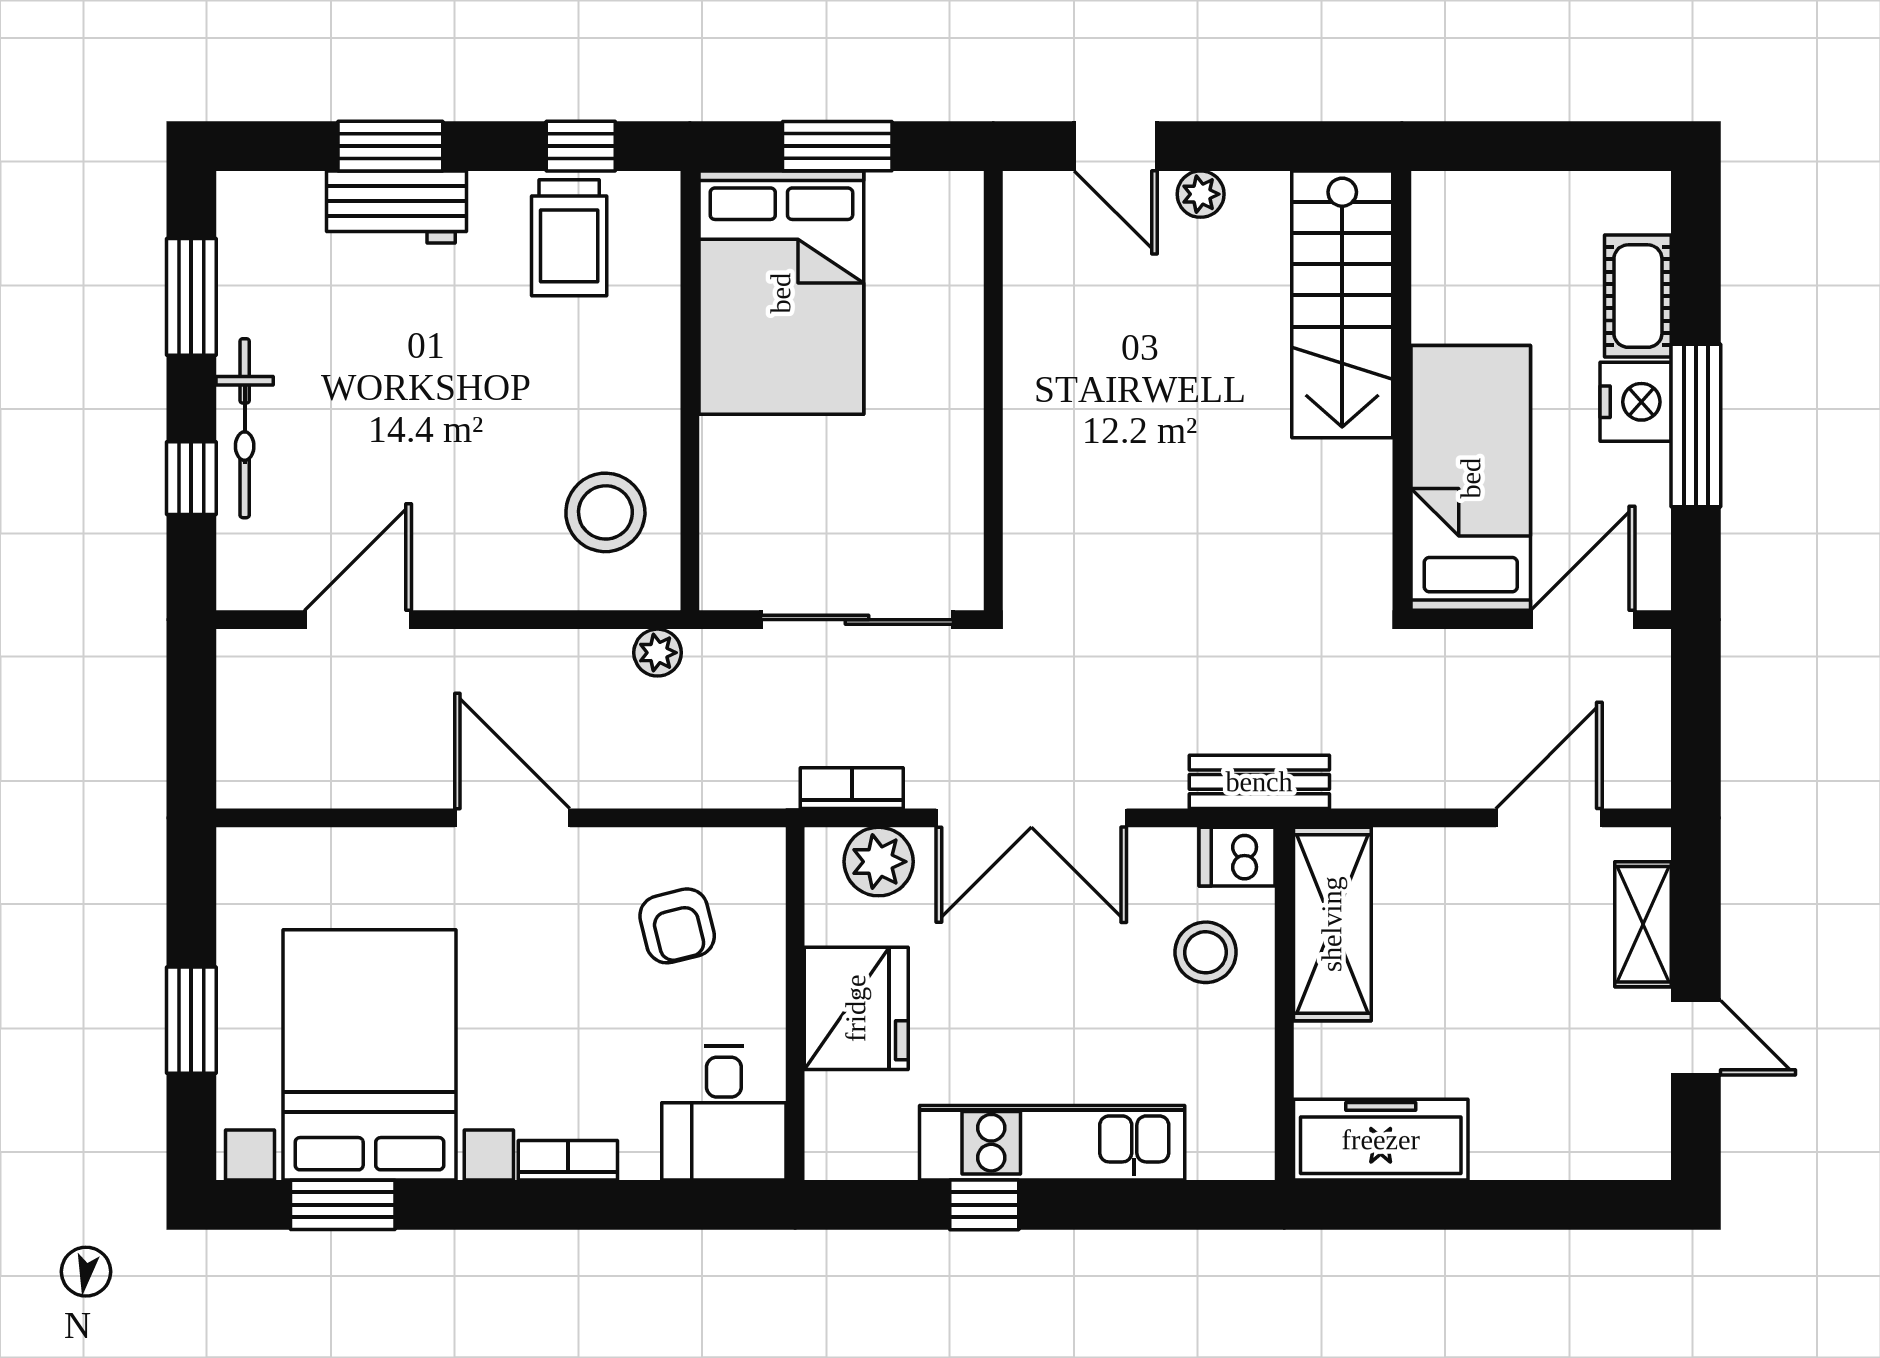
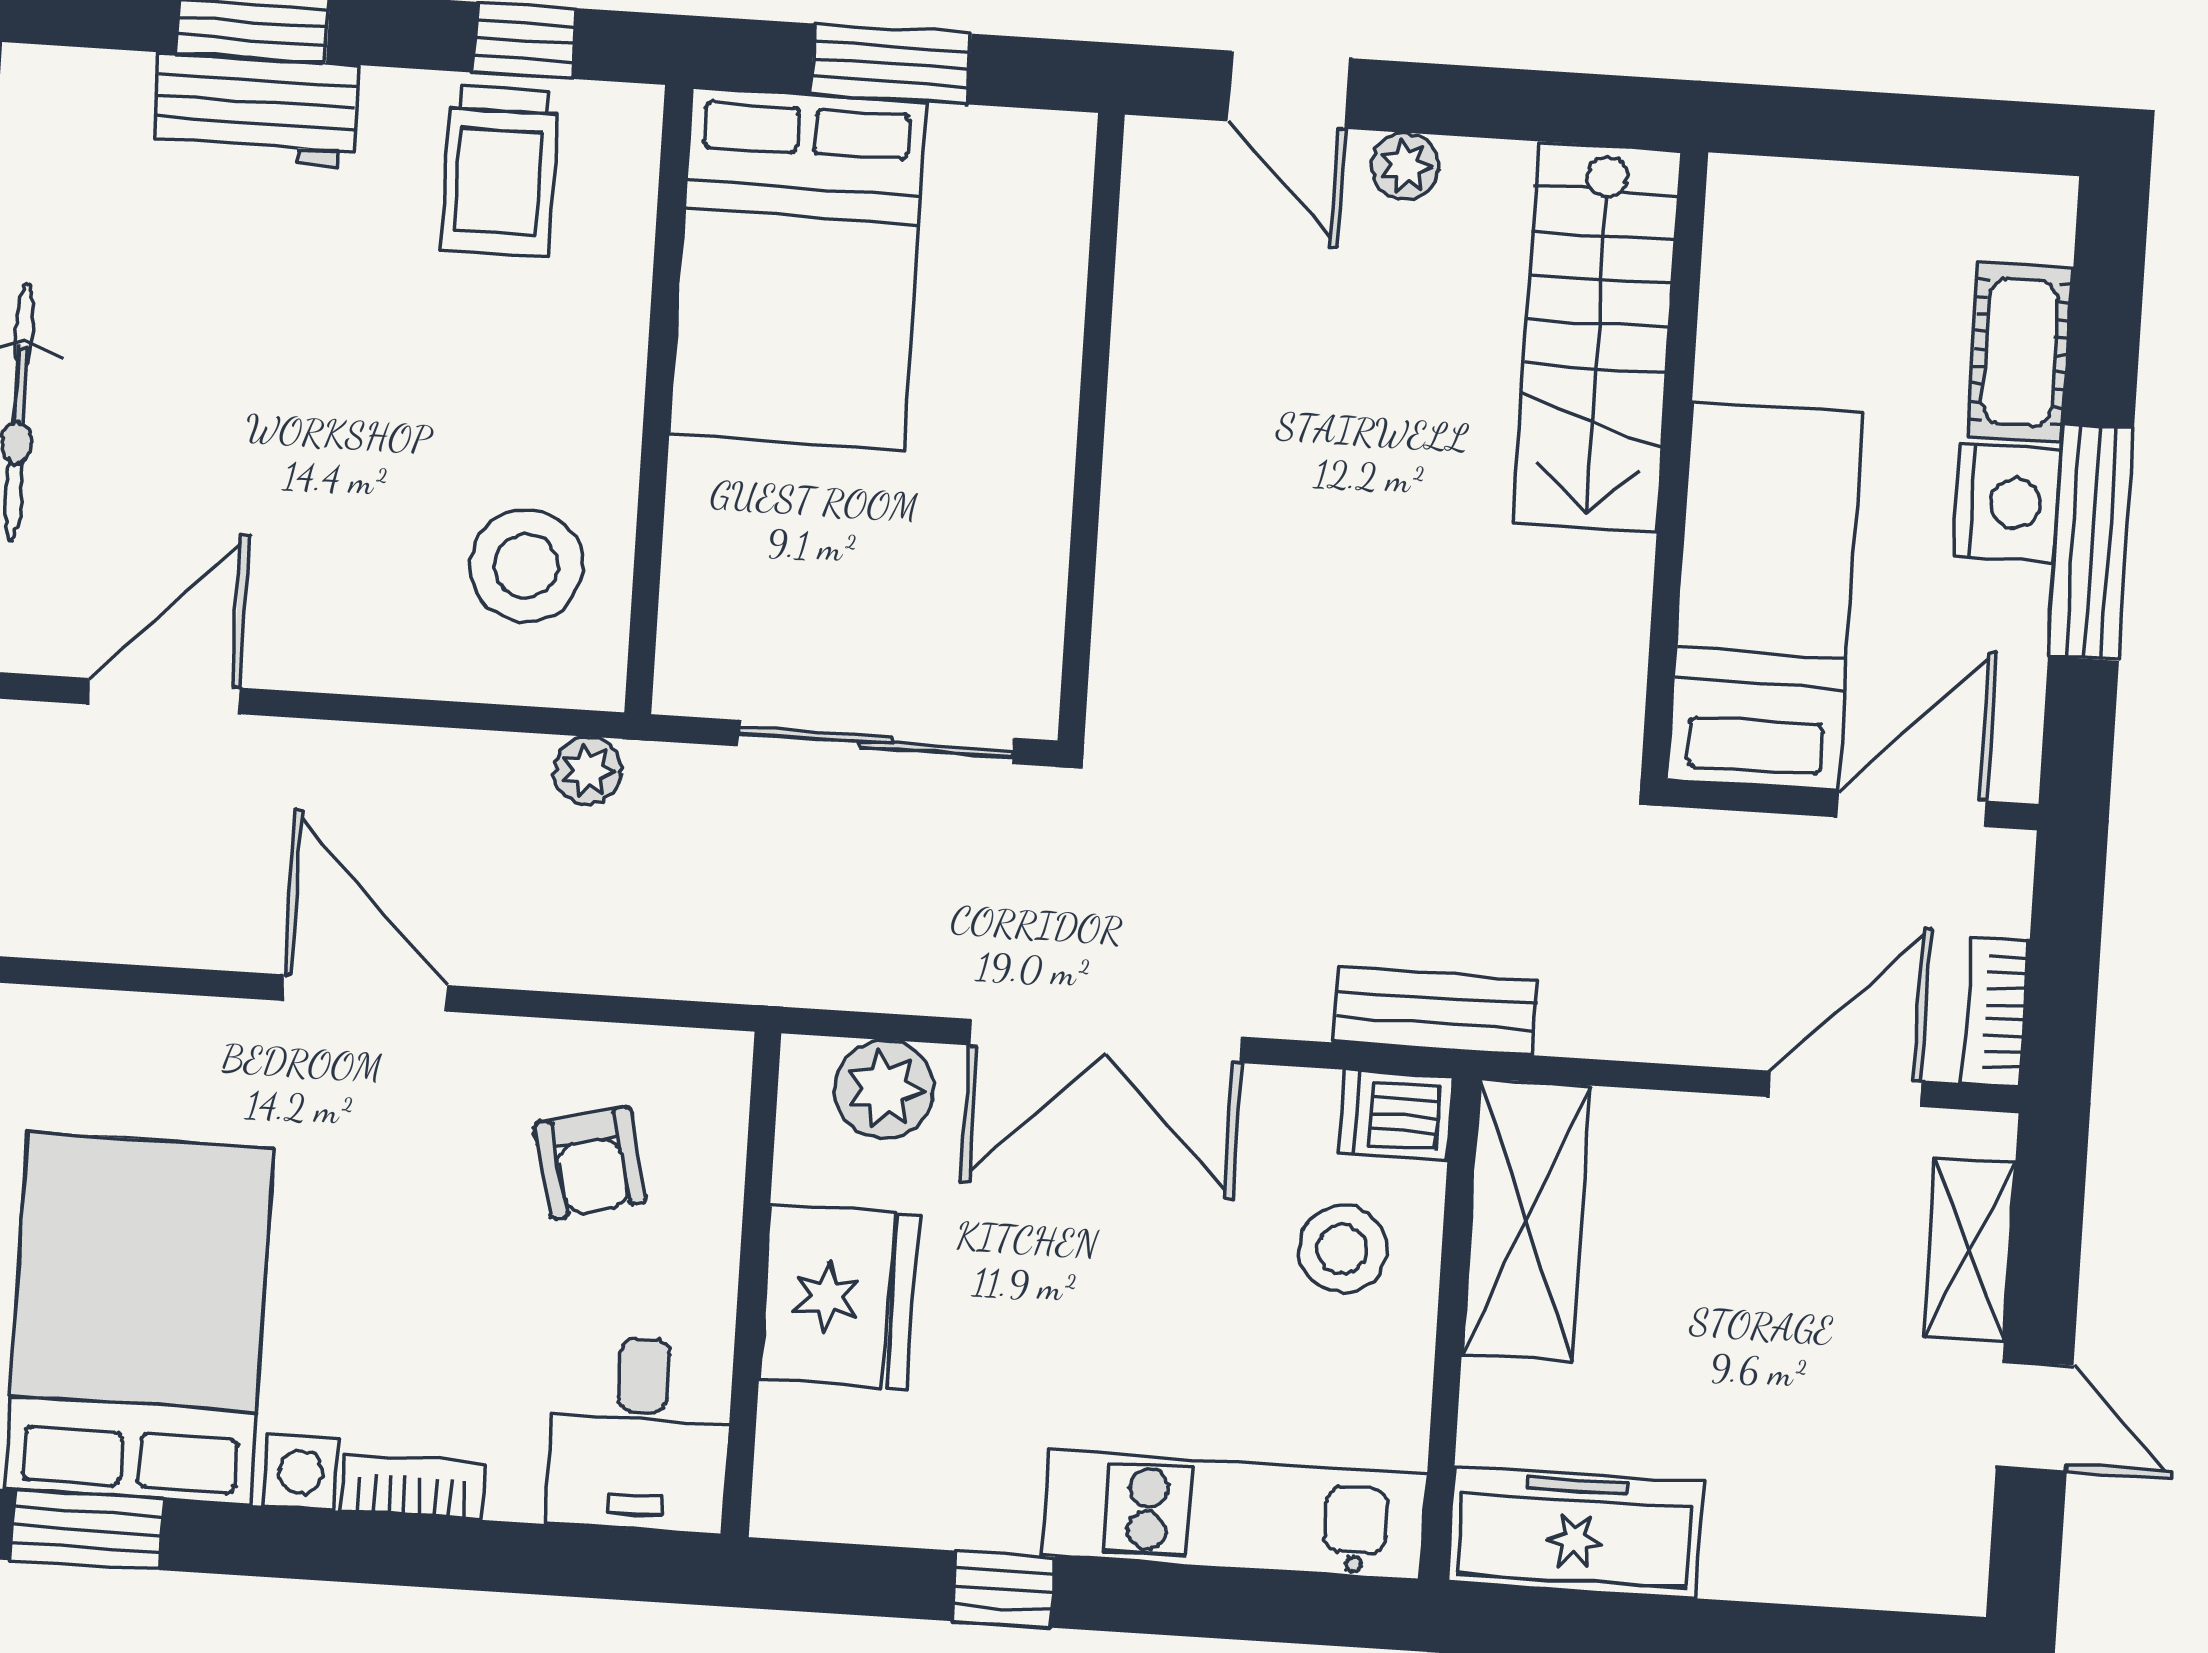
bookcase: (852, 788) -> (1996, 1012), moved, turned -90
kitchen unit: (1052, 1143) -> (1235, 1515), moved

